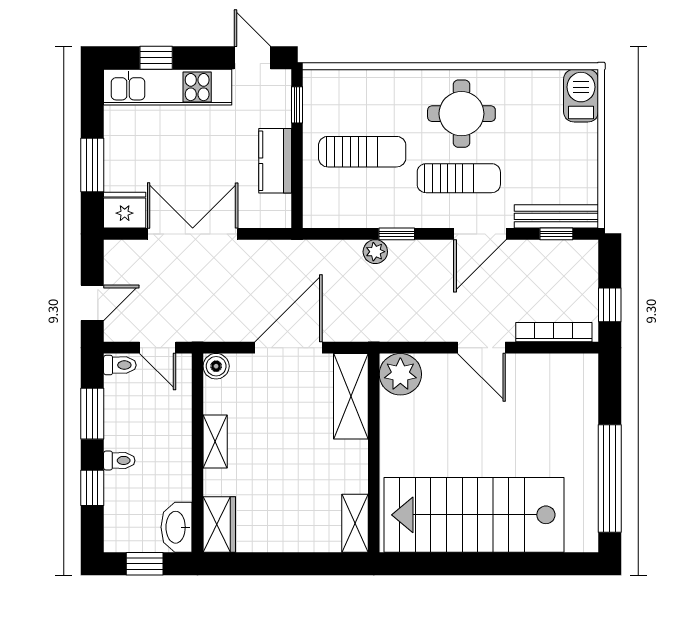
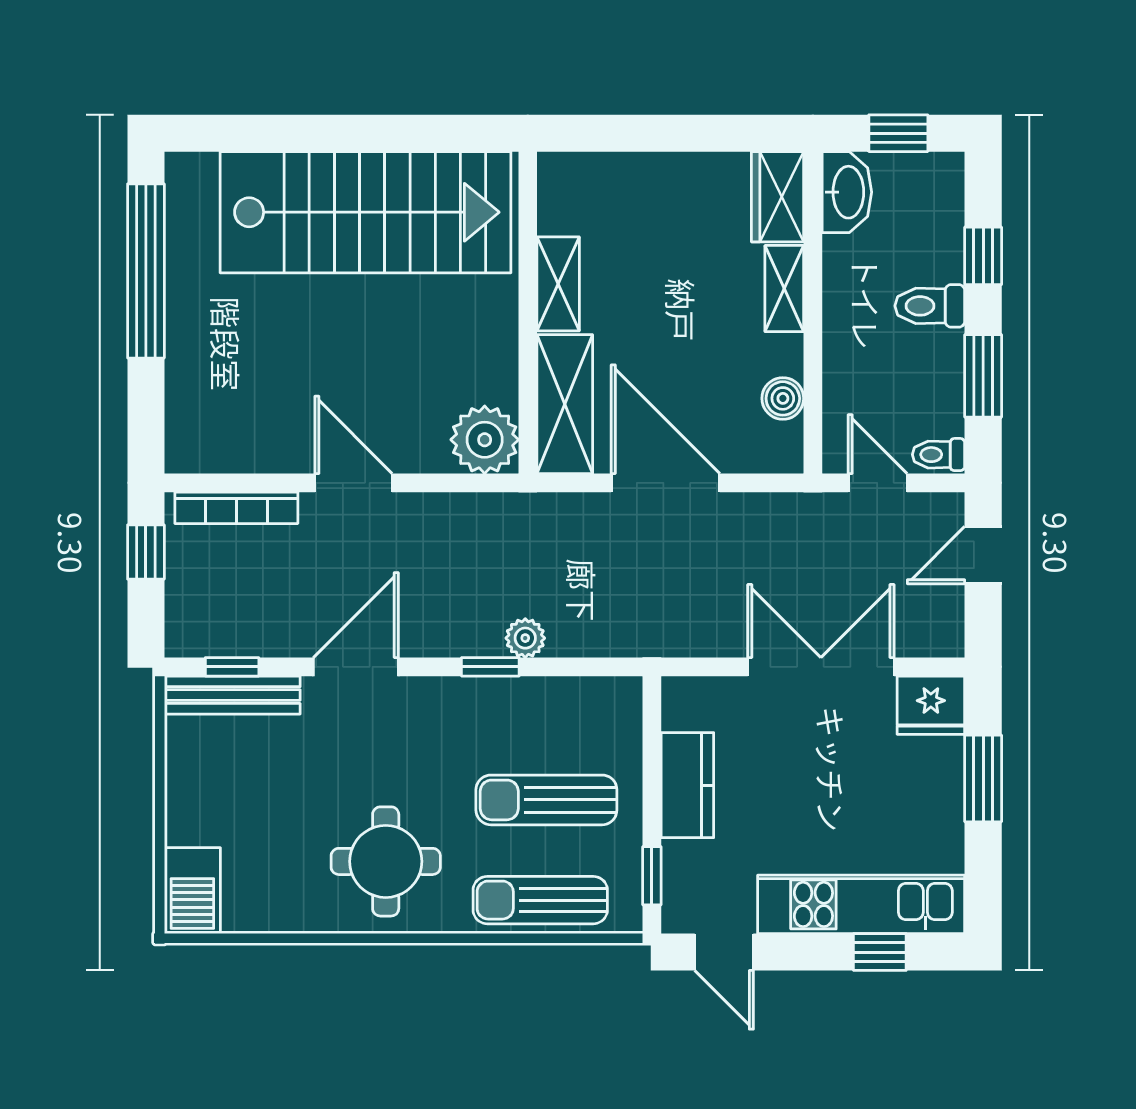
sun lounger: (459, 178) -> (540, 900), moved
double door: (193, 234) -> (821, 667), swing flipped
door: (289, 348) -> (666, 483), swing flipped
boiler: (216, 366) -> (783, 398), moved
shelving: (215, 442) -> (784, 289), moved
toilet: (119, 460) -> (930, 306), width x1.37, depth x1.39
shelving: (355, 523) -> (558, 284), moved

